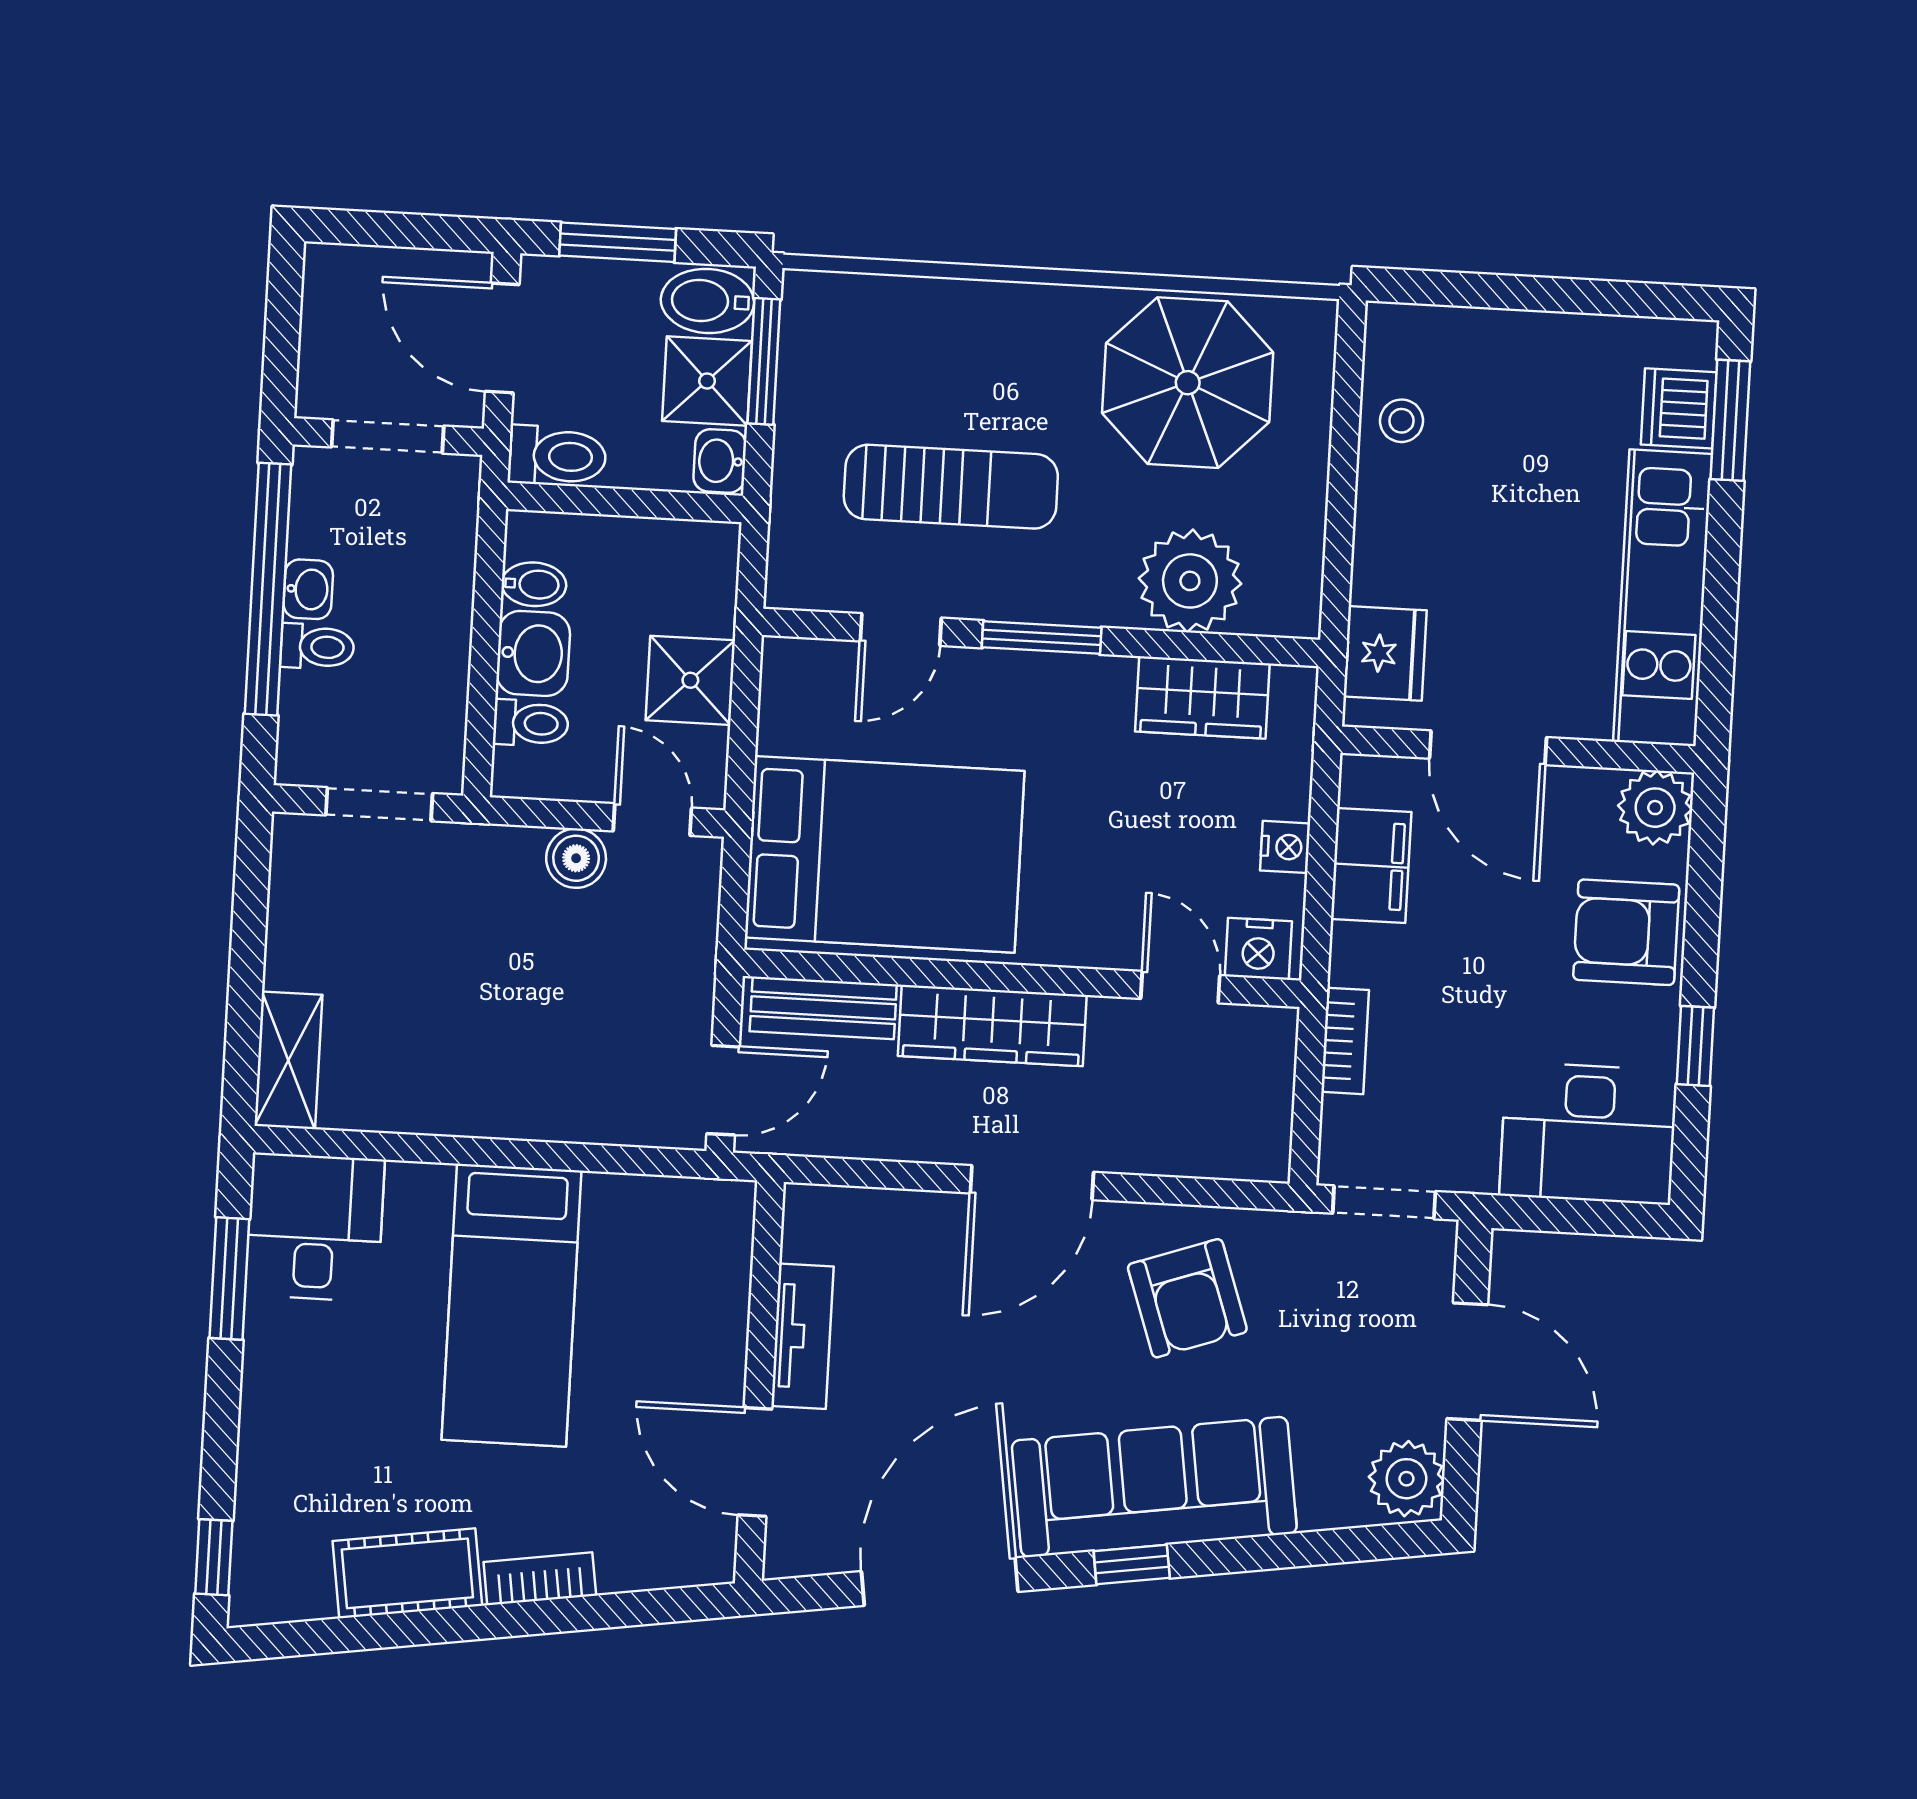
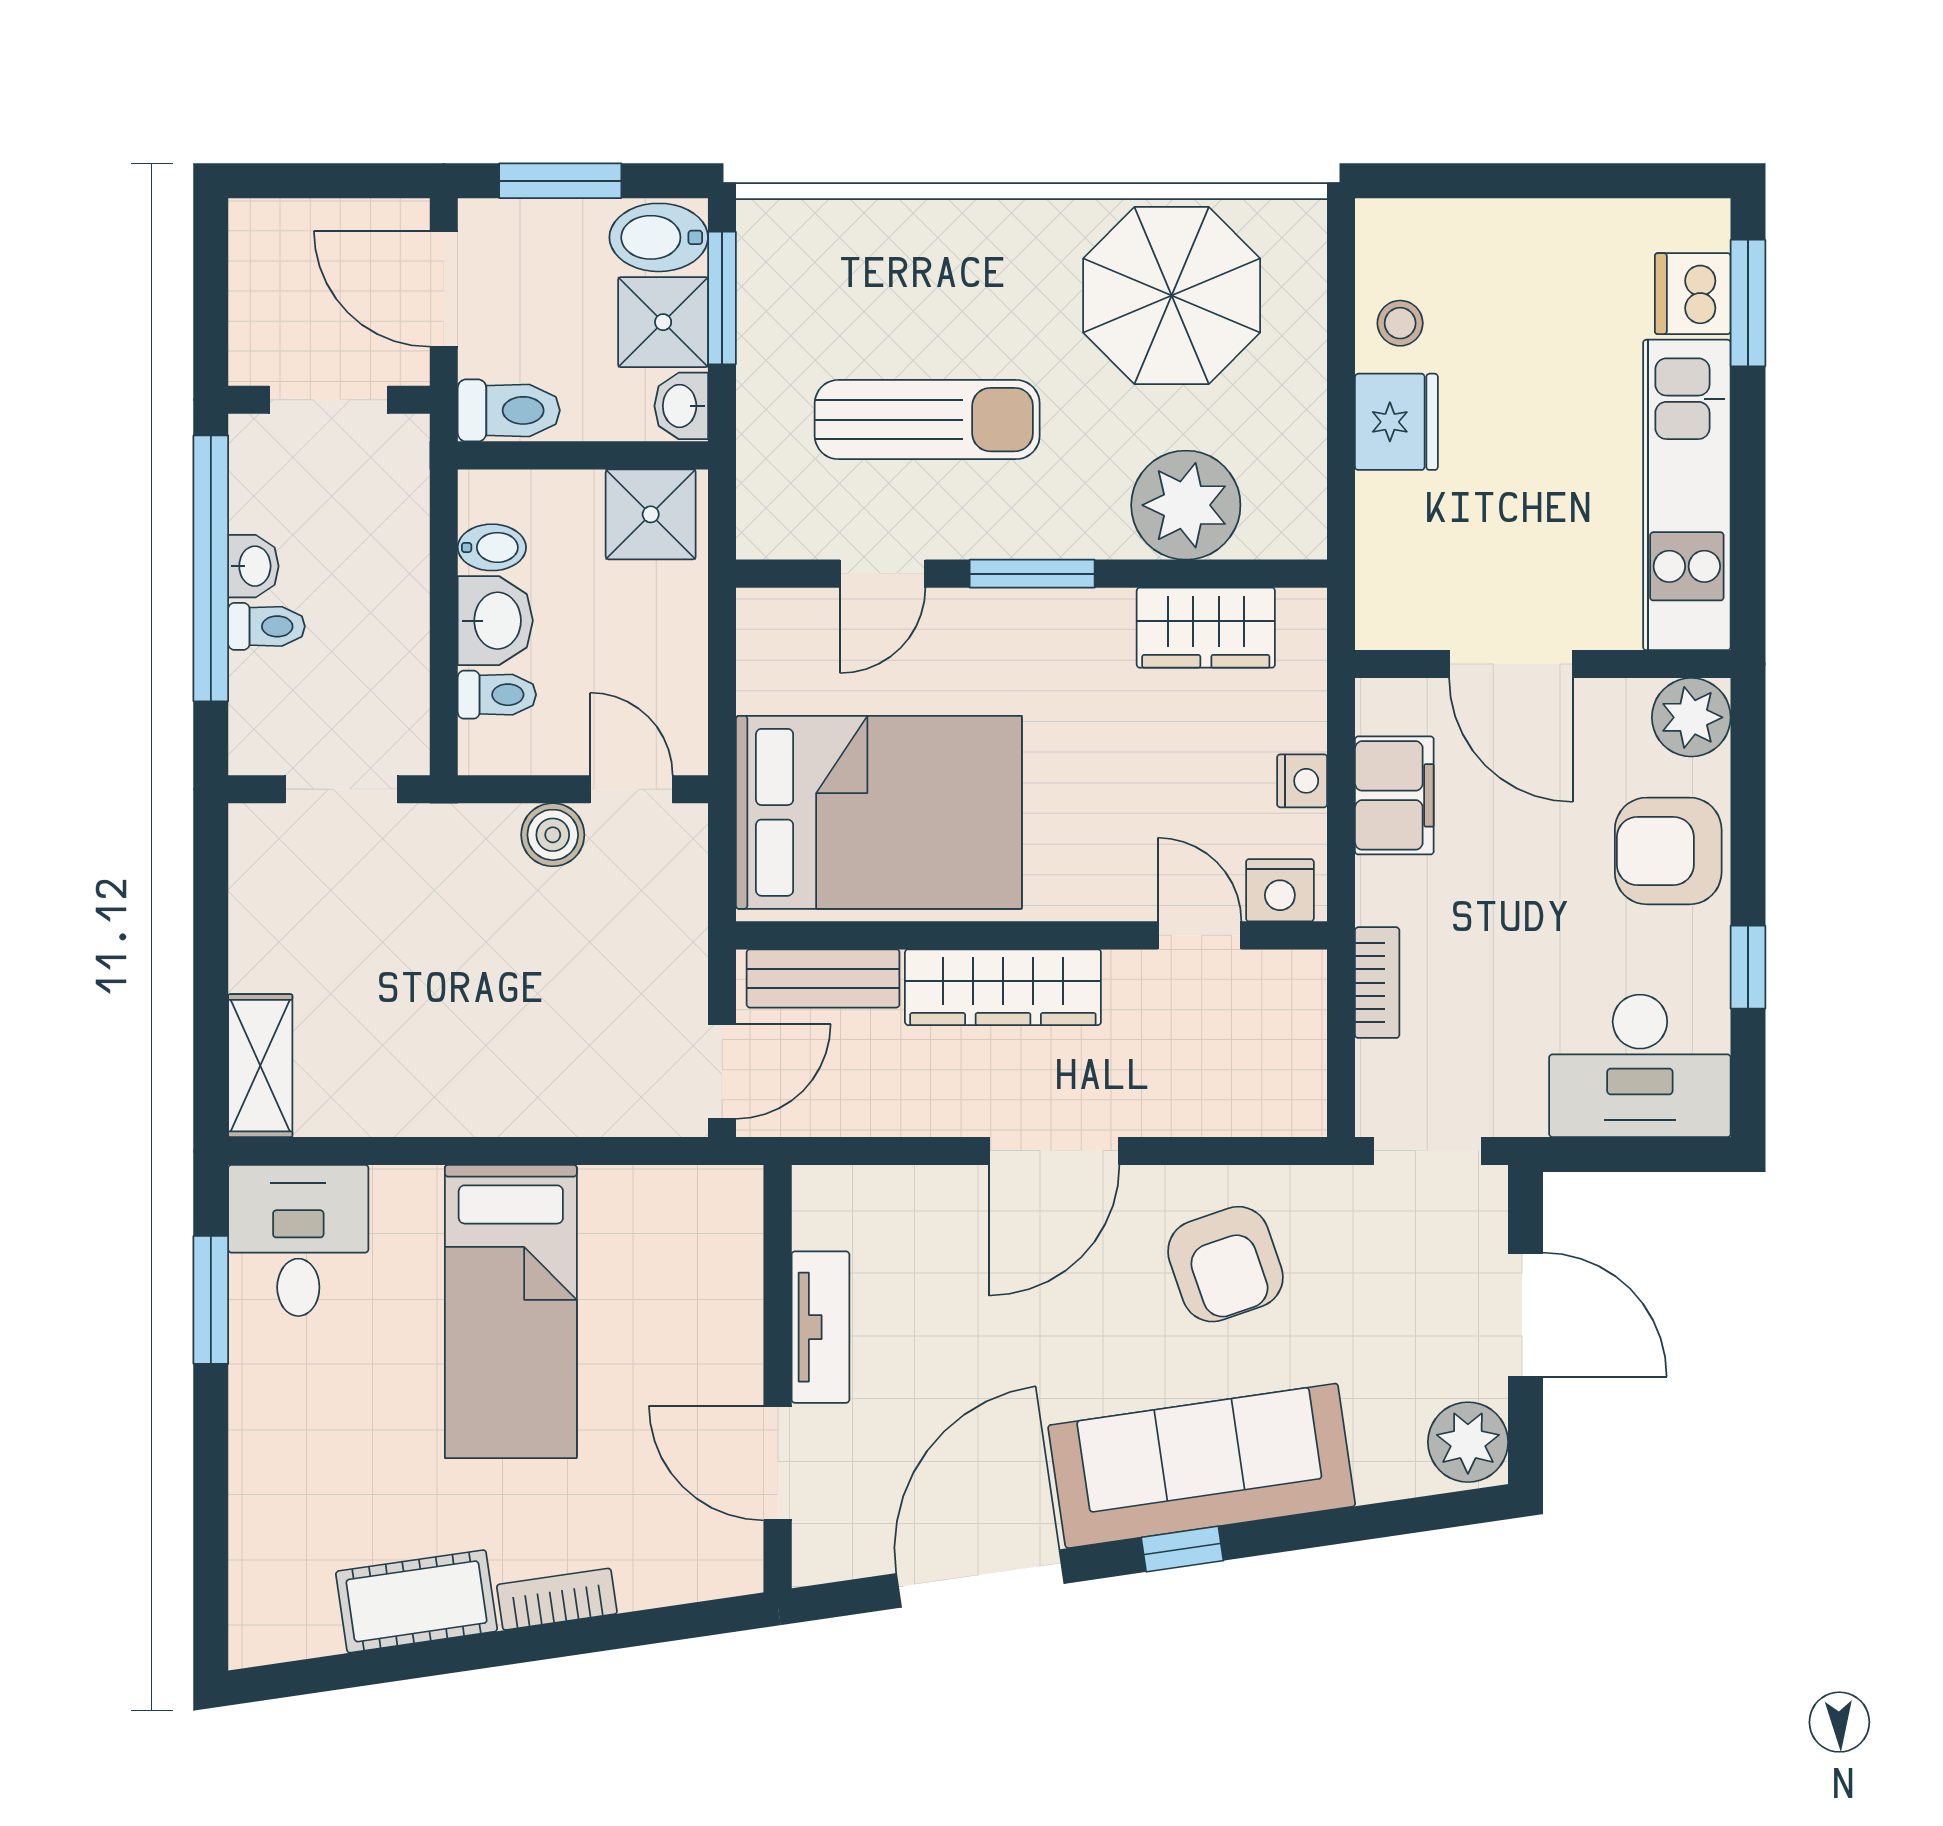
fridge: (1385, 653) -> (1396, 422), moved
shower: (690, 680) -> (651, 514), moved
window: (214, 1557) -> (211, 1596), removed

